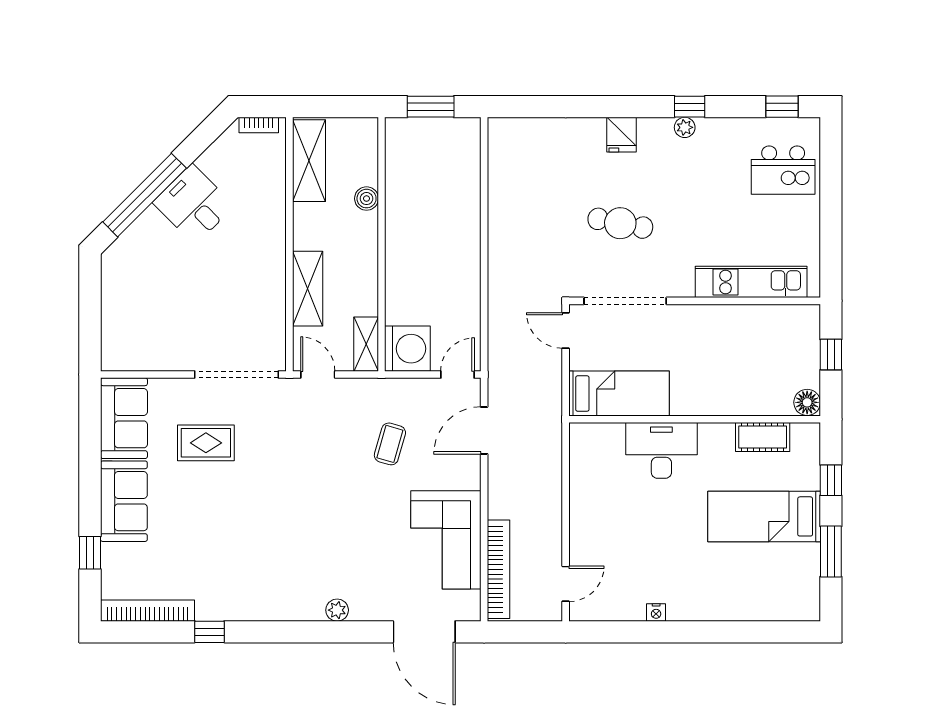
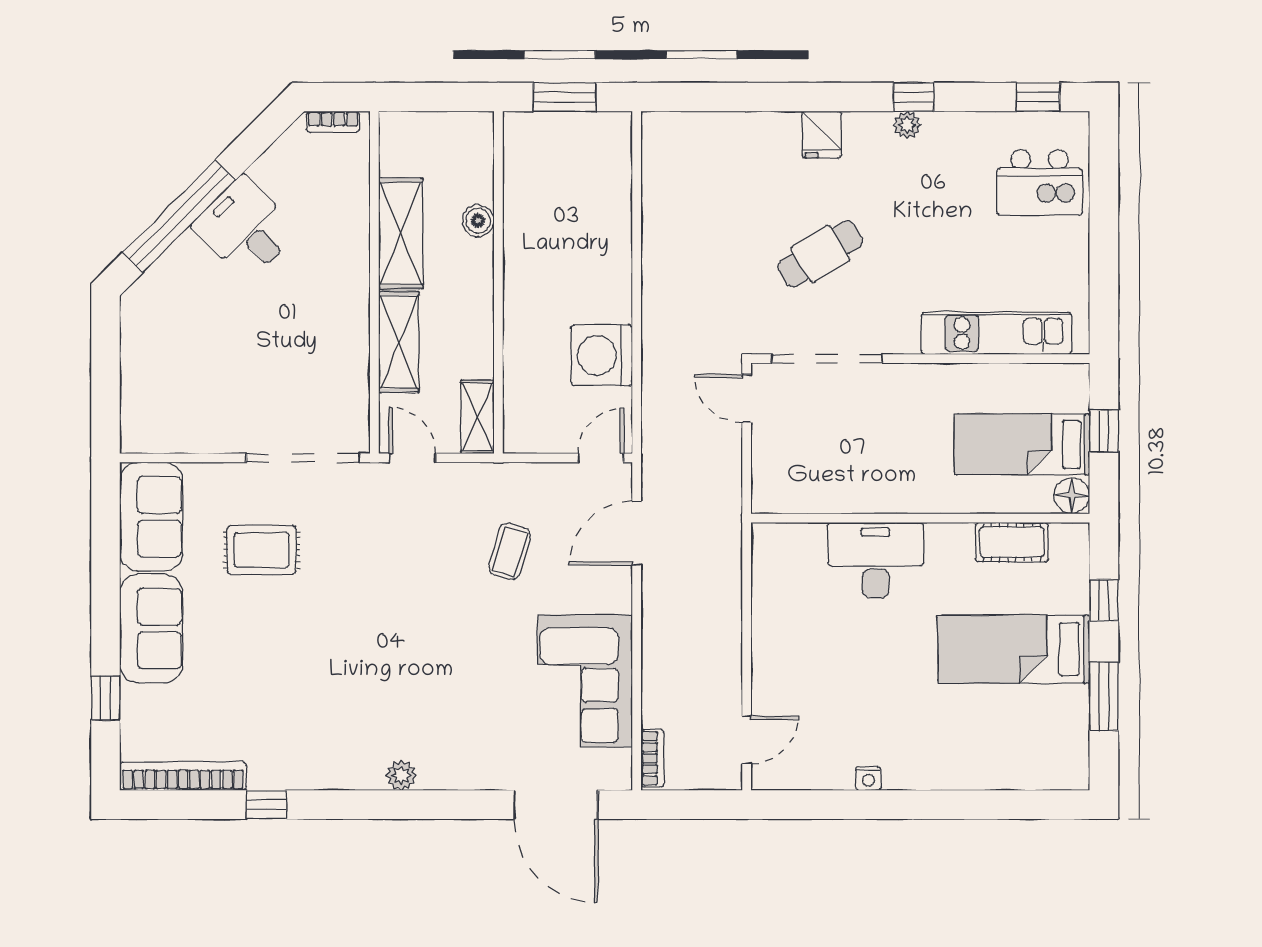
shelving: (309, 161) -> (401, 233), moved
cafe table: (620, 223) -> (820, 254), turned -43
washing machine: (407, 349) -> (602, 355), moved, turned 180
bed: (619, 394) -> (1022, 444), moved, turned 180
bookcase: (498, 569) -> (652, 758), width x0.43, depth x0.76
plant: (337, 610) -> (401, 775), moved

